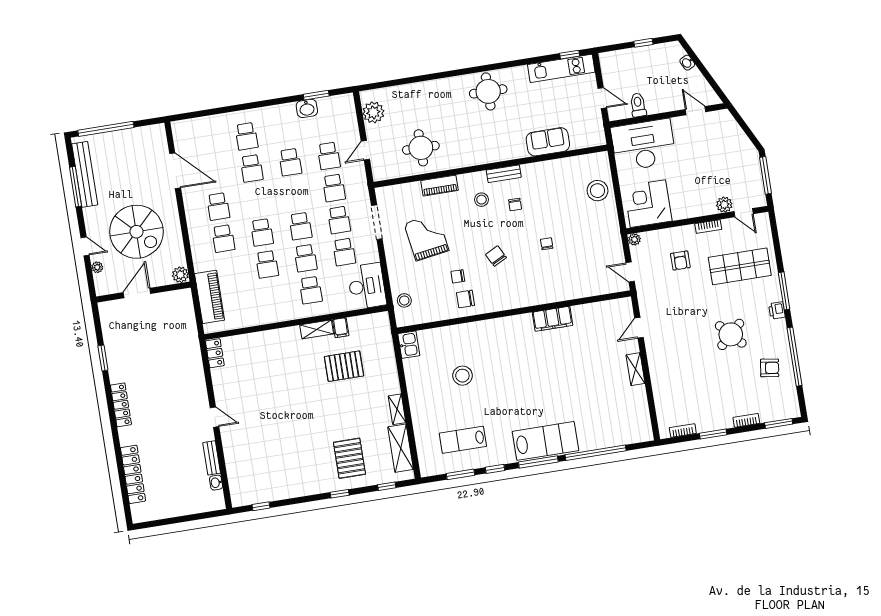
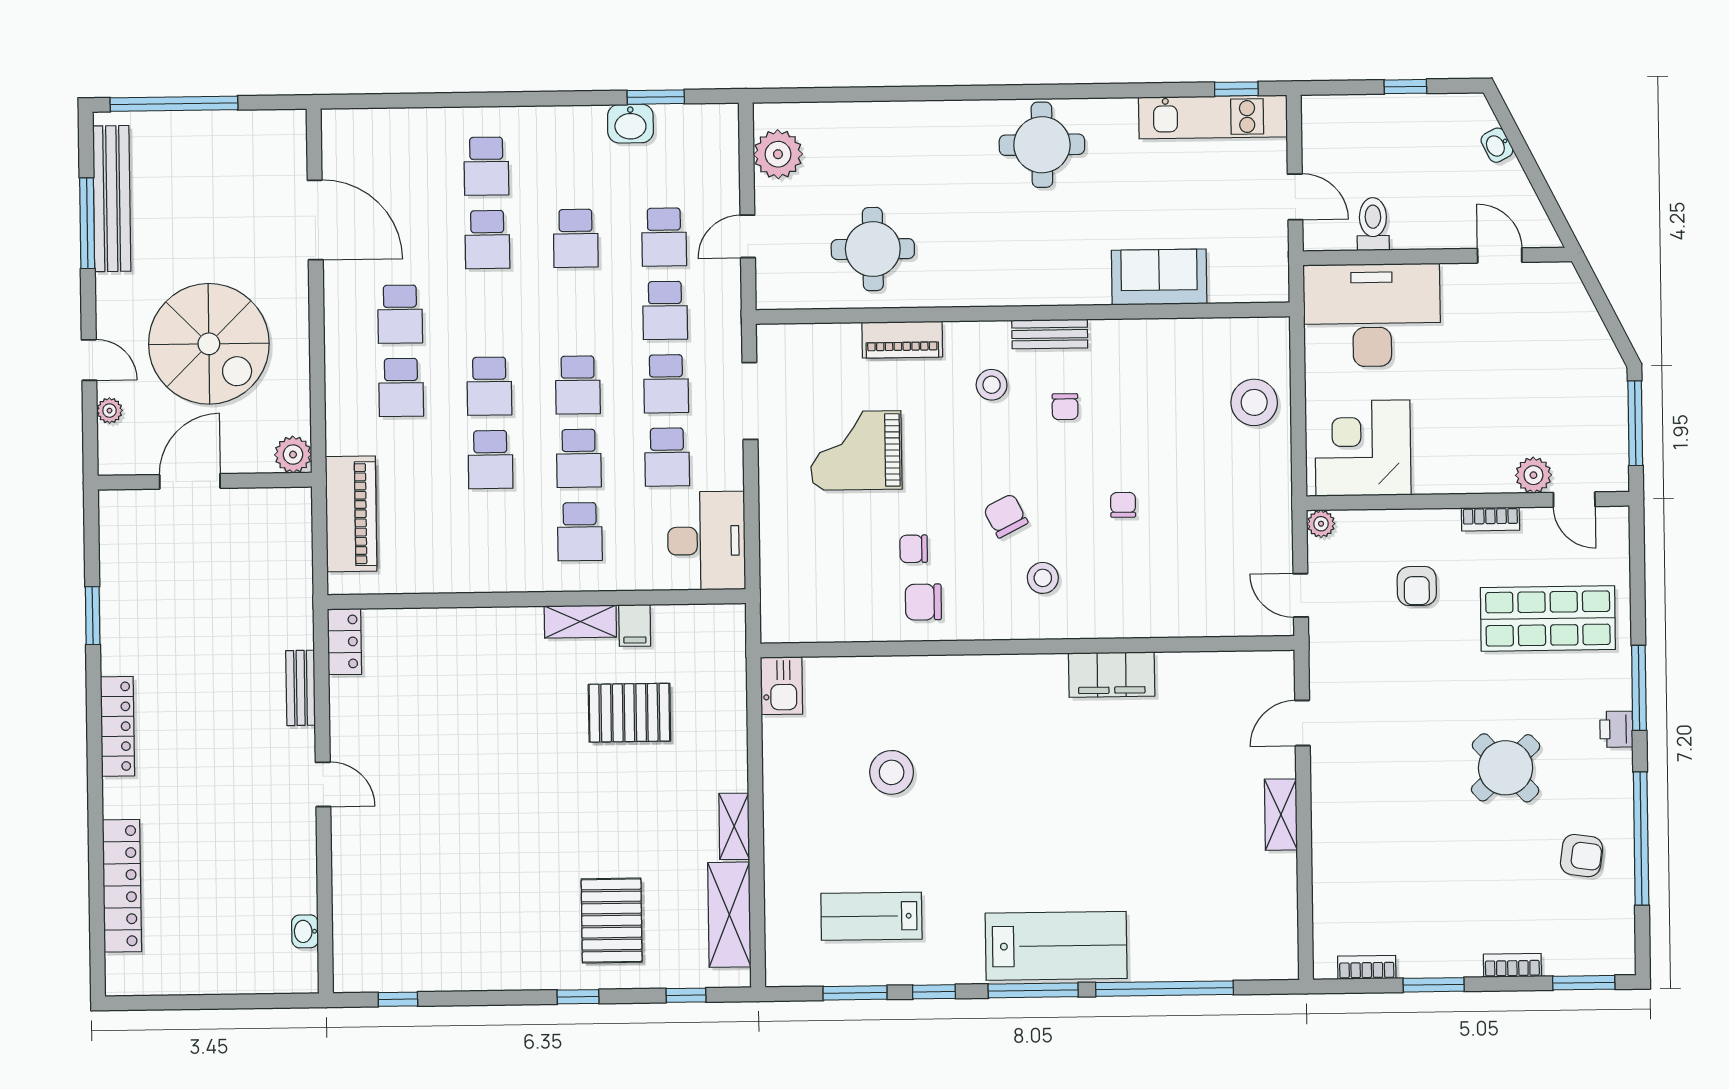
grand piano: (426, 237) -> (856, 450), turned -81
stool: (404, 300) -> (1043, 578), moved
bench: (212, 458) -> (301, 688), moved

